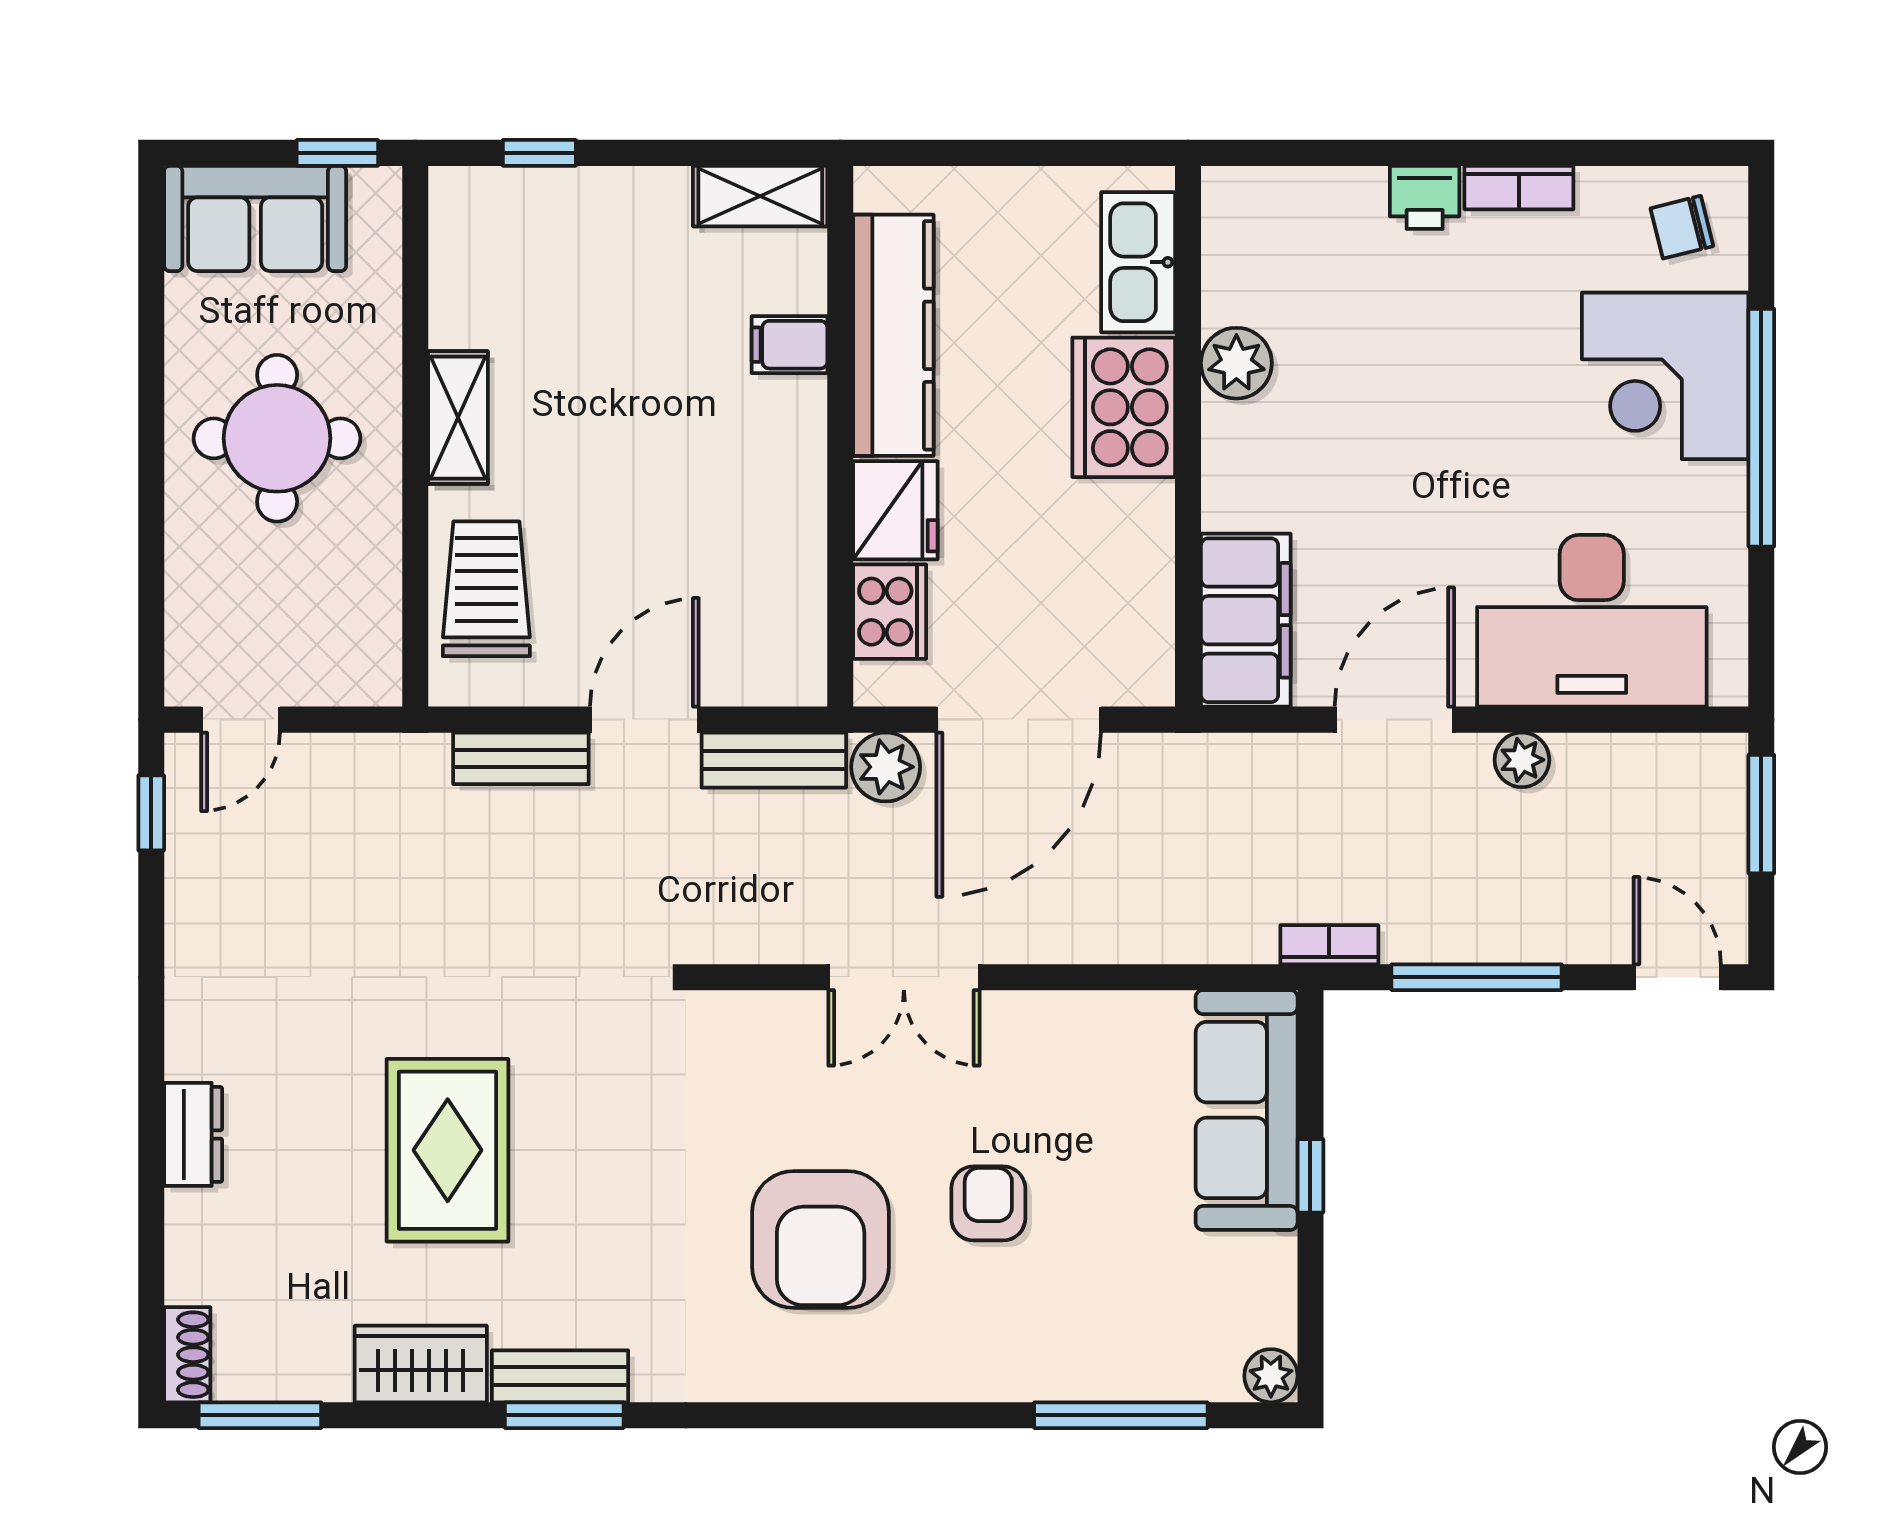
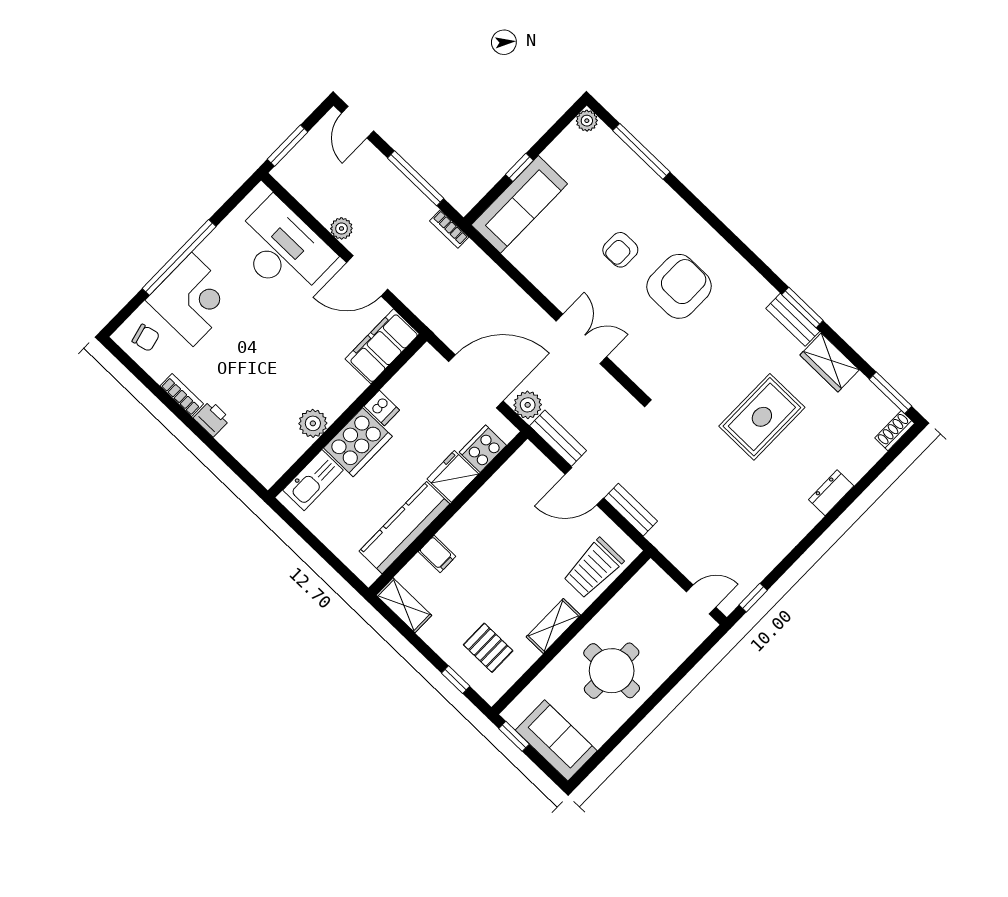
pallet: (537, 266) -> (488, 648), added
dishwasher: (1140, 510) -> (382, 408), added

